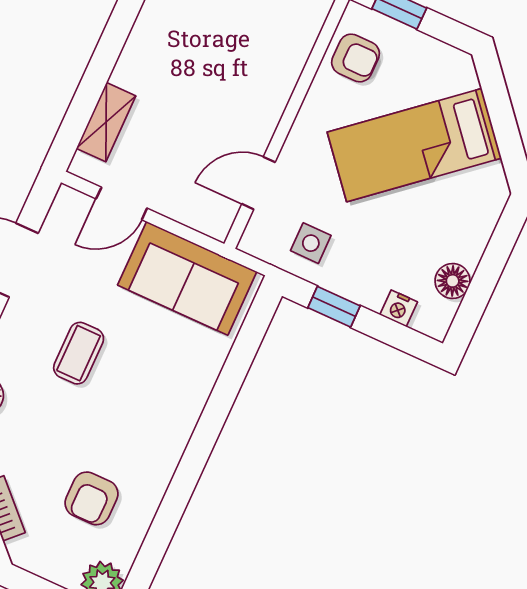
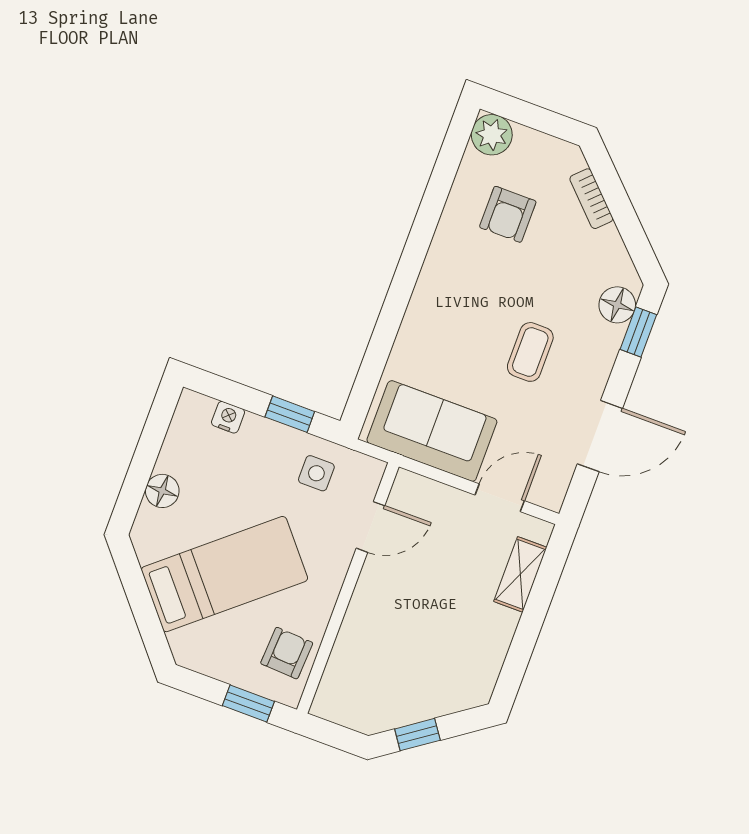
armchair: (356, 58) -> (287, 653), turned 93
floor lamp: (453, 281) -> (162, 491), moved
armchair: (91, 498) -> (508, 214), turned 180

